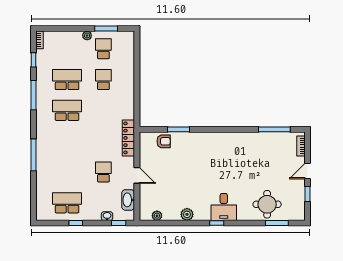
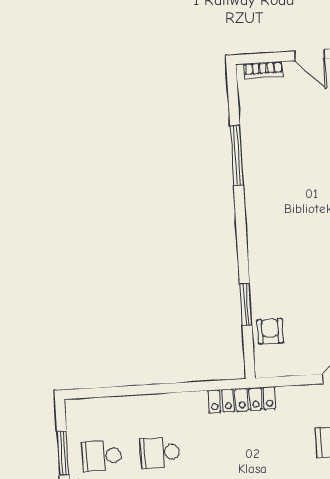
window: (274, 129) -> (237, 155), moved
locker: (128, 138) -> (242, 400), moved

